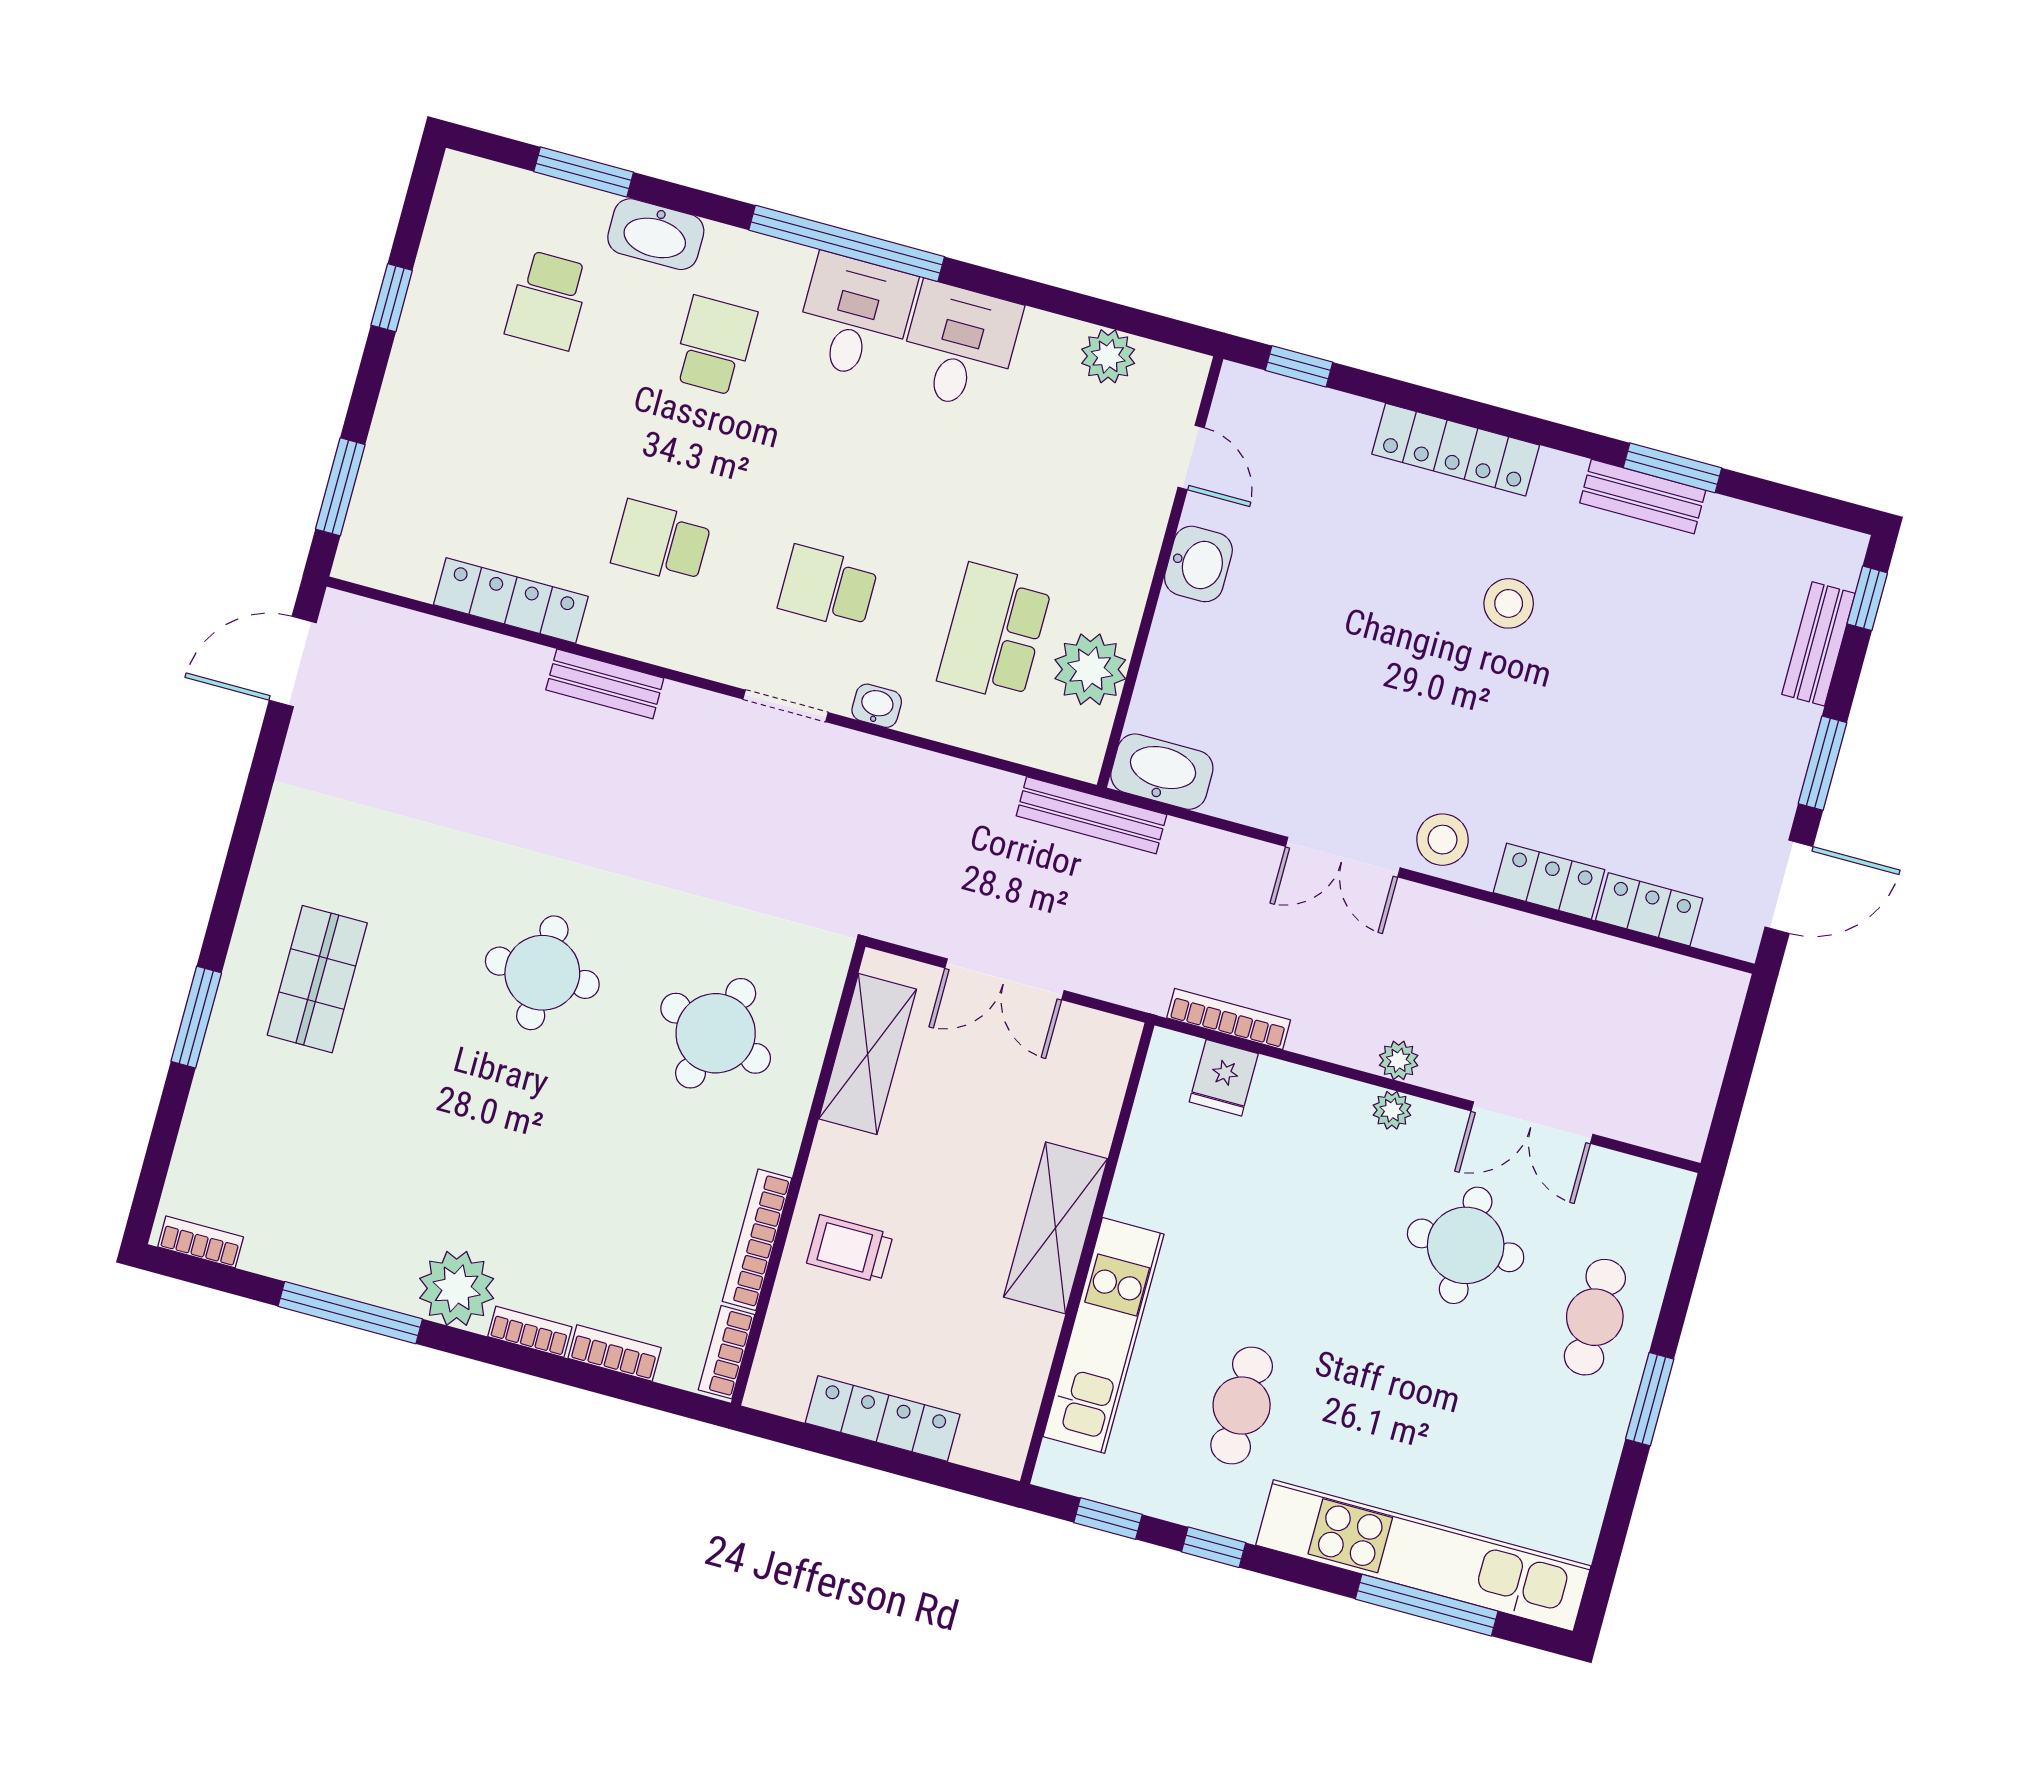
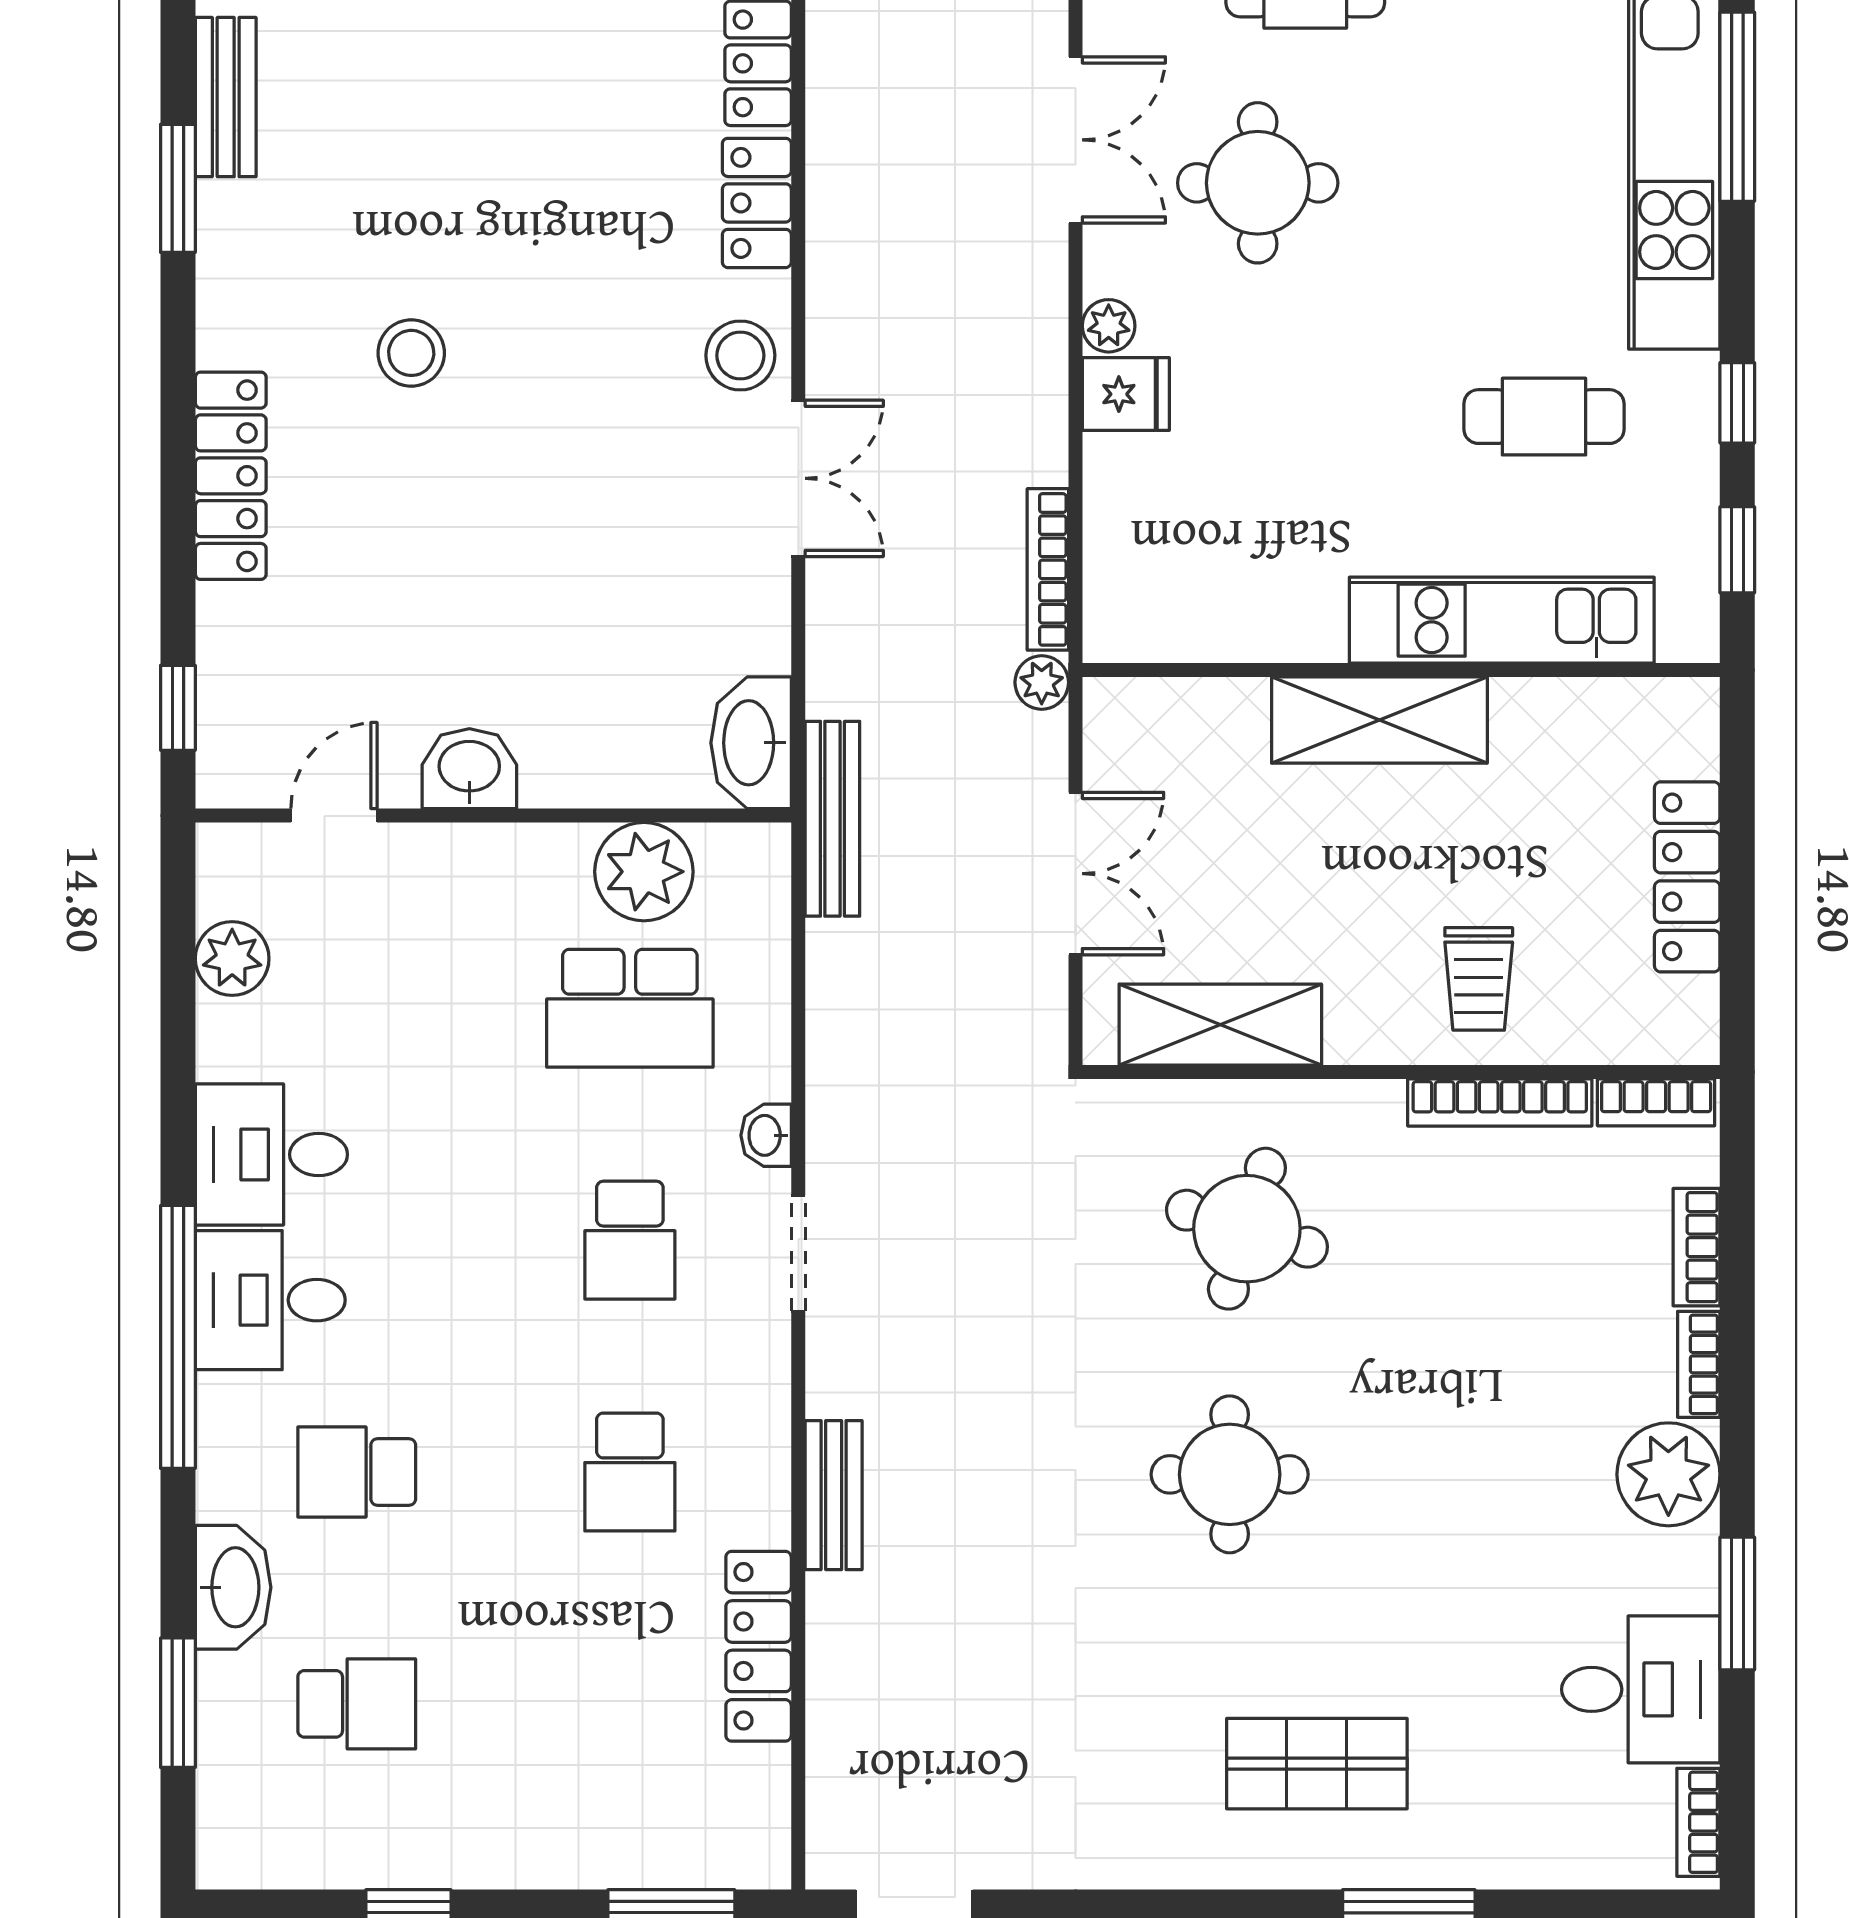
bench: (1643, 497) -> (226, 97), moved
plant: (1399, 1060) -> (1042, 682), moved
fridge: (1224, 1078) -> (1126, 394), moved
desk: (307, 1226) -> (1641, 1689), added
window: (350, 1313) -> (1737, 1603), width x0.69

